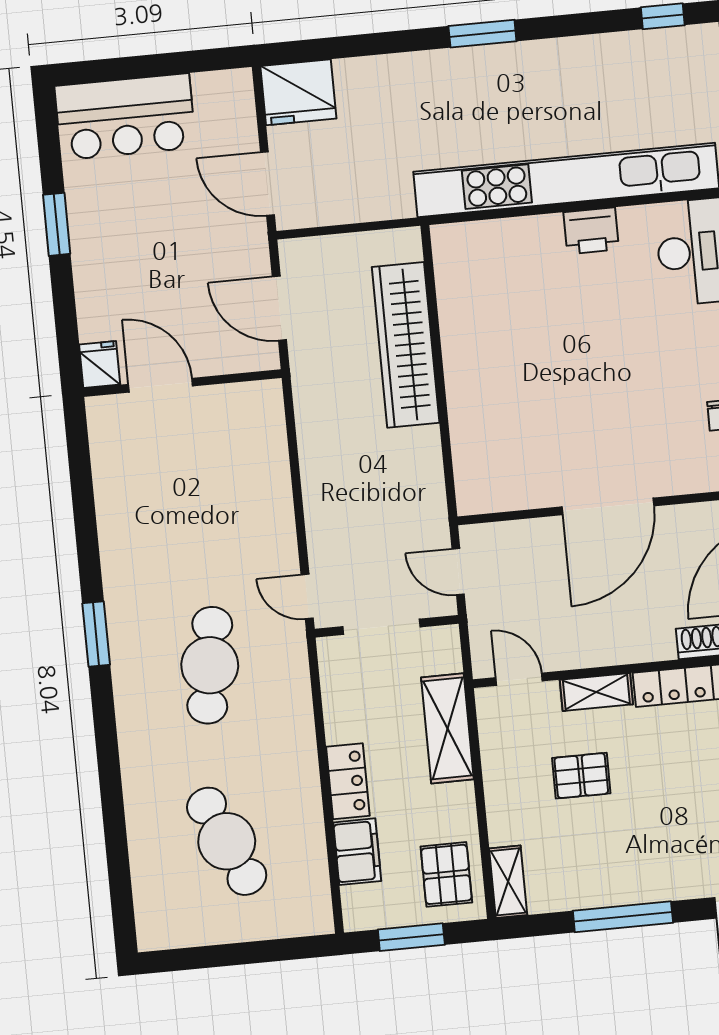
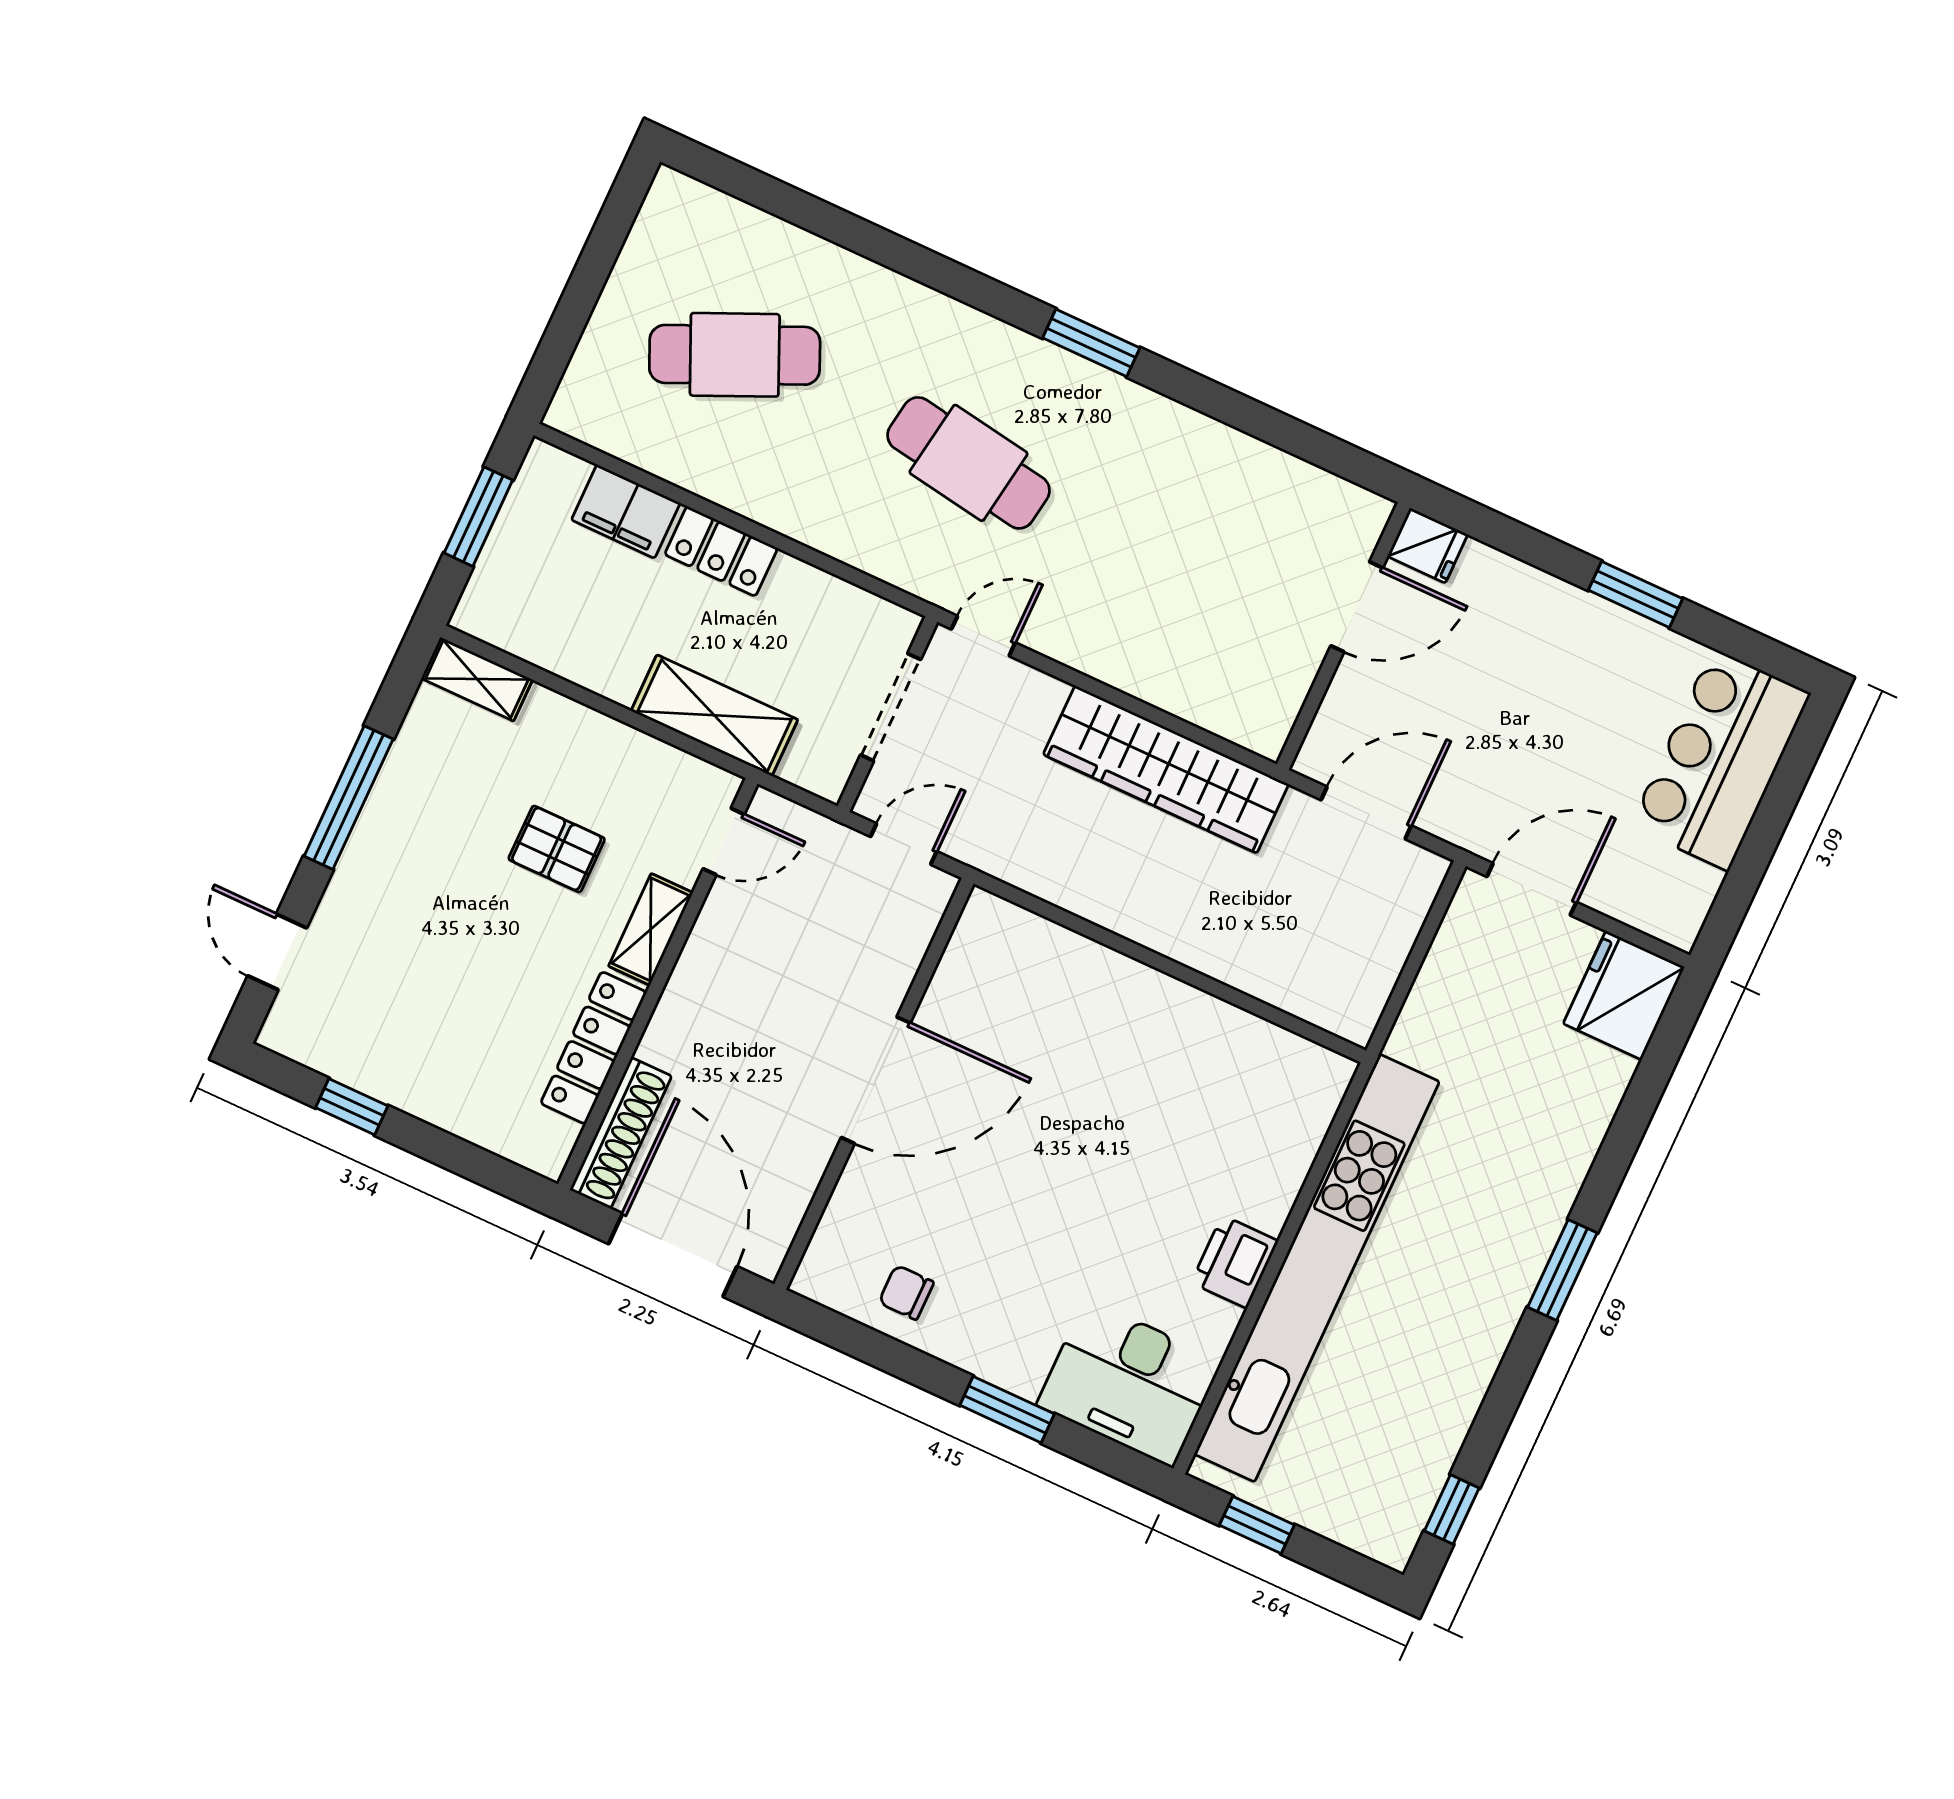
wardrobe: (406, 345) -> (1166, 769), moved, turned 180
door: (608, 506) -> (876, 1080), swing flipped
pallet: (581, 776) -> (557, 849), turned 90
pallet: (446, 874) -> (532, 607), removed

